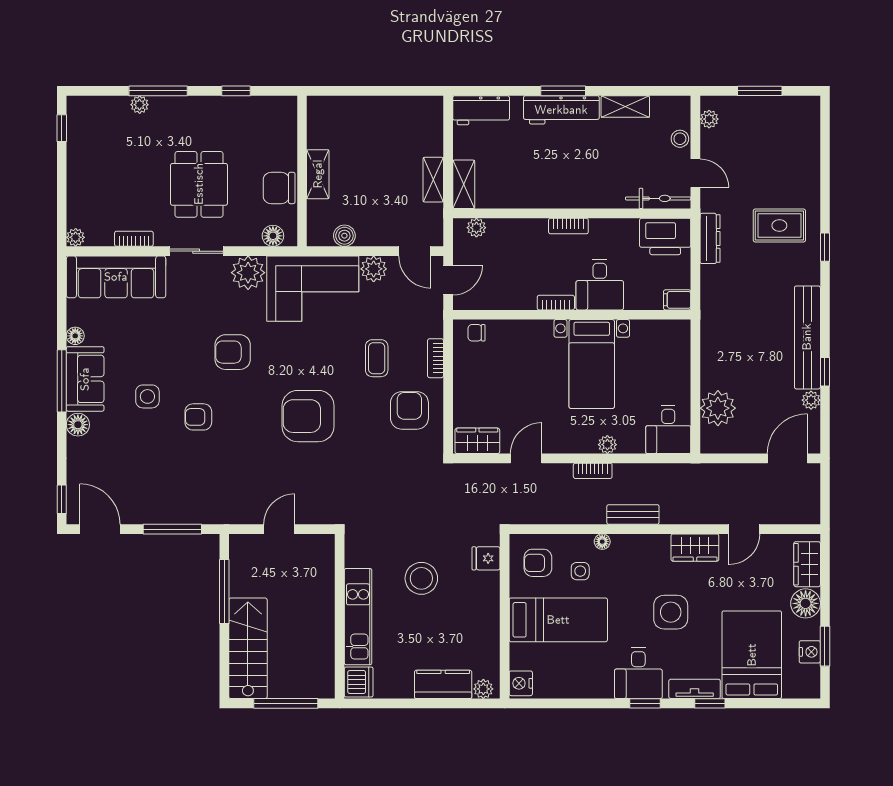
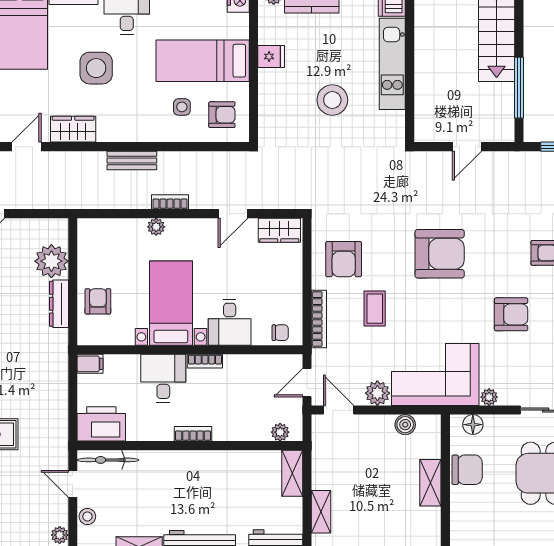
shelving: (433, 180) -> (321, 512), moved
dresser: (710, 238) -> (59, 304), moved
plant: (248, 273) -> (489, 397), width x0.53, depth x0.53
bookcase: (436, 358) -> (319, 319), width x1.56
armchair: (669, 366) -> (98, 301), added
desk: (668, 429) -> (230, 322), moved, turned 180
floor lamp: (602, 542) -> (161, 135), removed
fridge: (486, 558) -> (271, 56), moved

